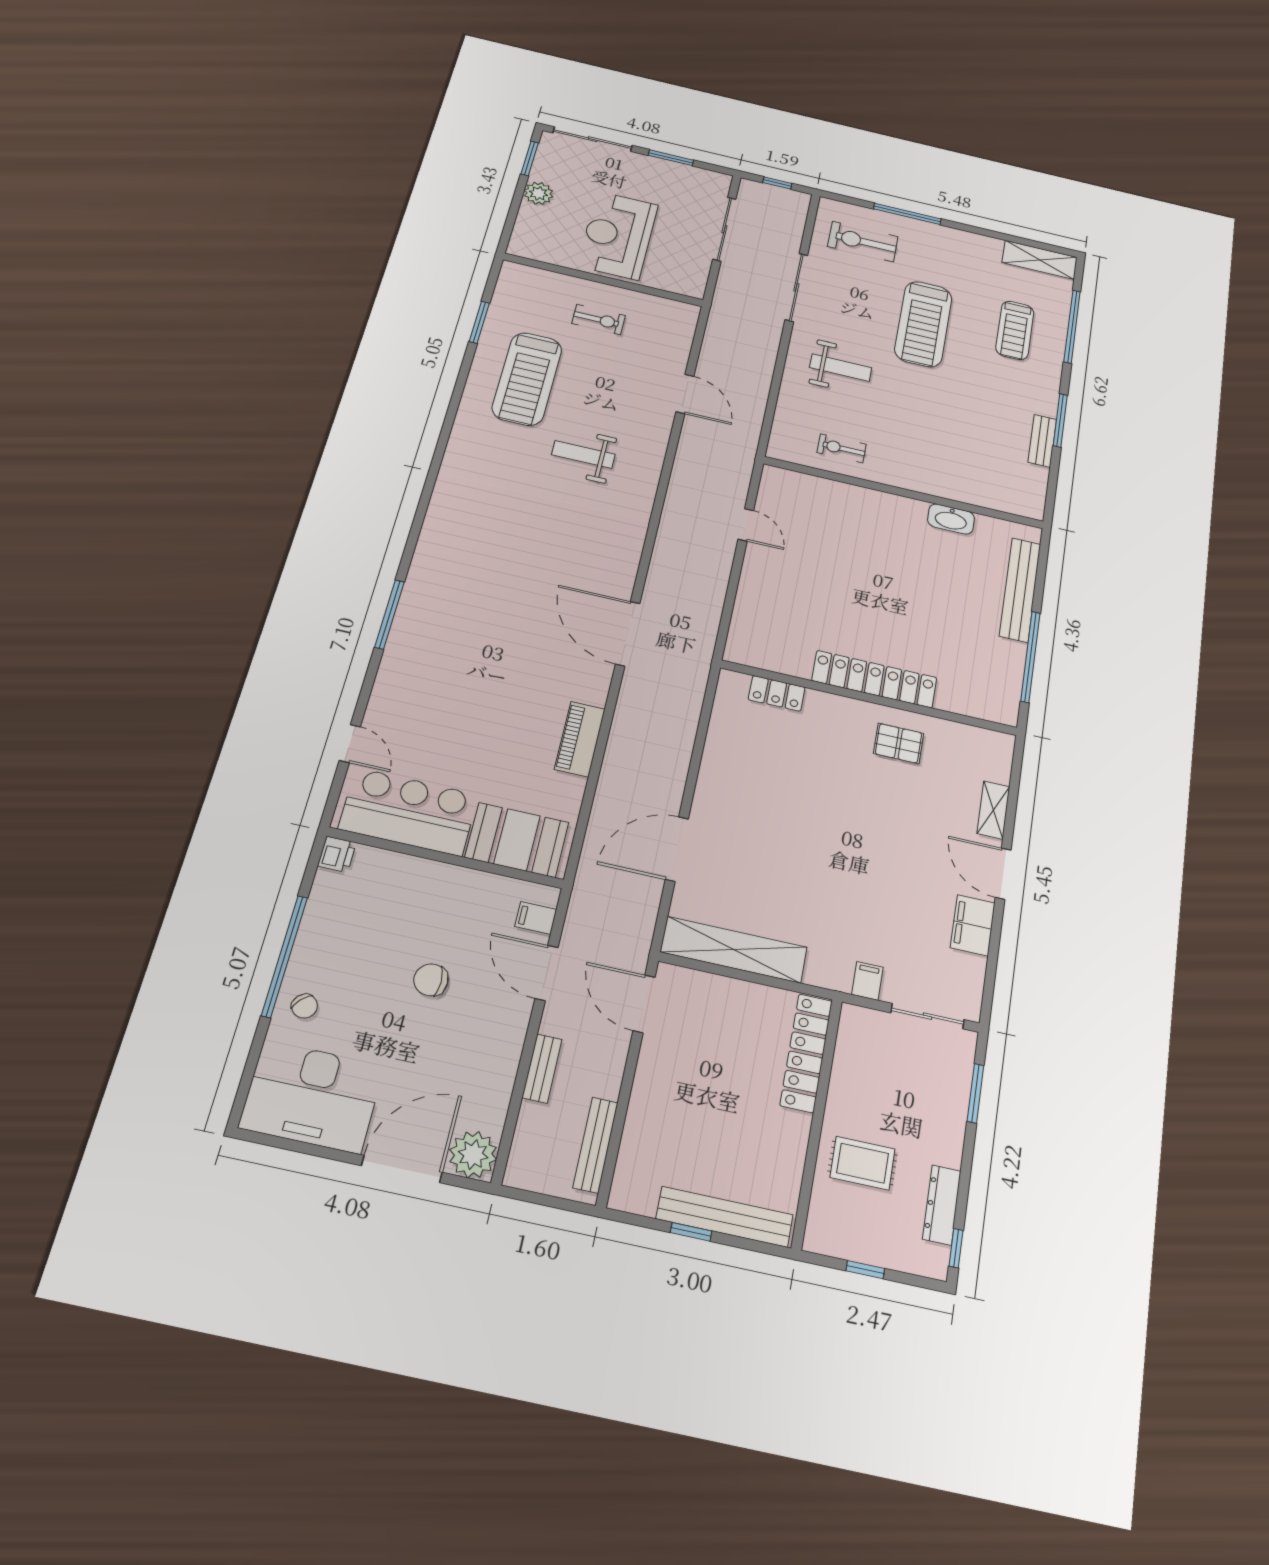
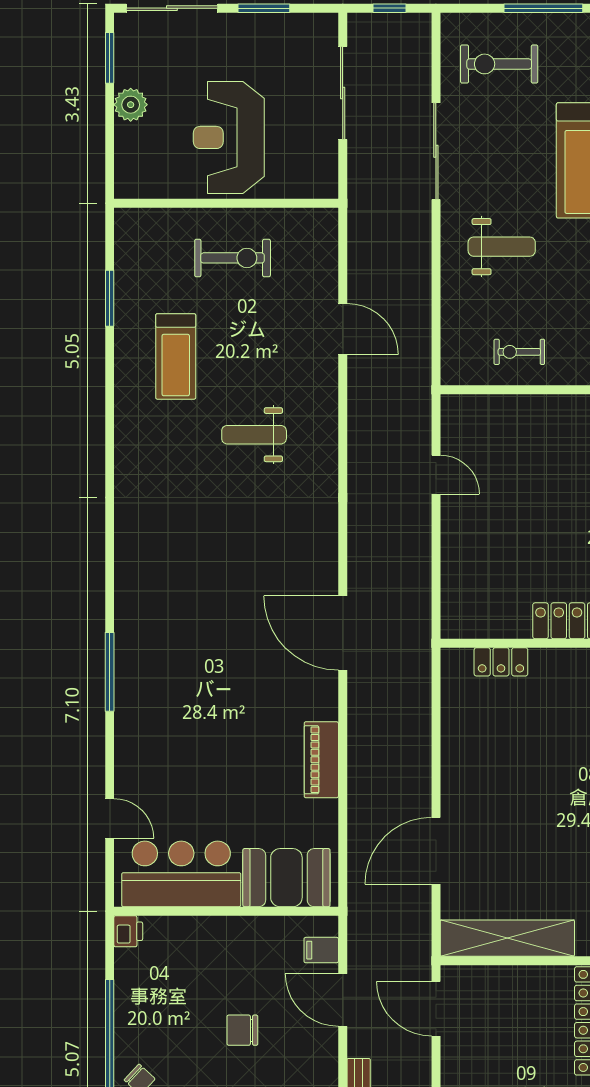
exercise bike: (599, 319) -> (233, 258), width x1.38, depth x1.39
treadmill: (527, 379) -> (176, 356), width x0.73, depth x0.73

